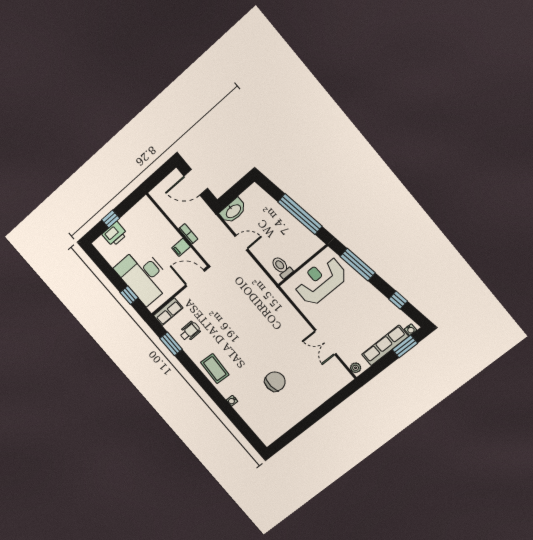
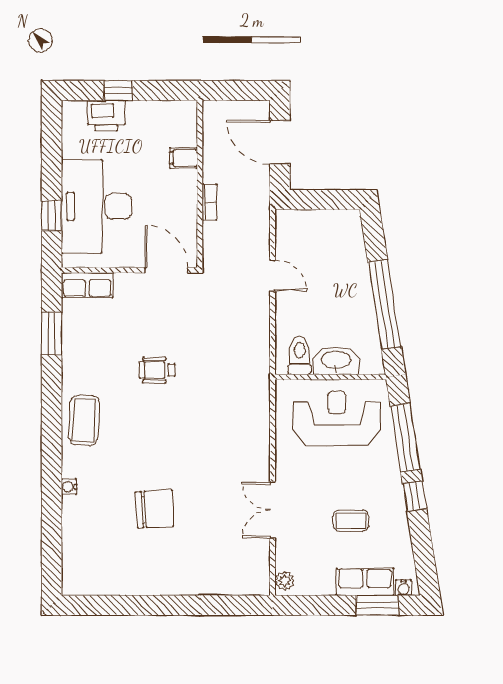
washbasin: (233, 211) -> (336, 361), moved, turned 180
filing cabinet: (181, 247) -> (183, 158), moved
window: (398, 300) -> (415, 496), moved
coffee table: (363, 320) -> (351, 521), added
wheelchair: (190, 331) -> (157, 370), moved, turned 180
row of seats: (385, 345) -> (365, 582), width x0.68

